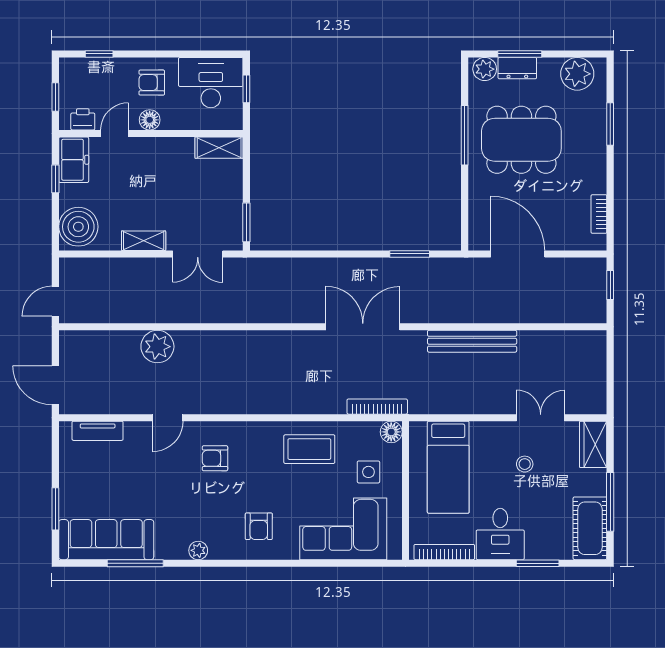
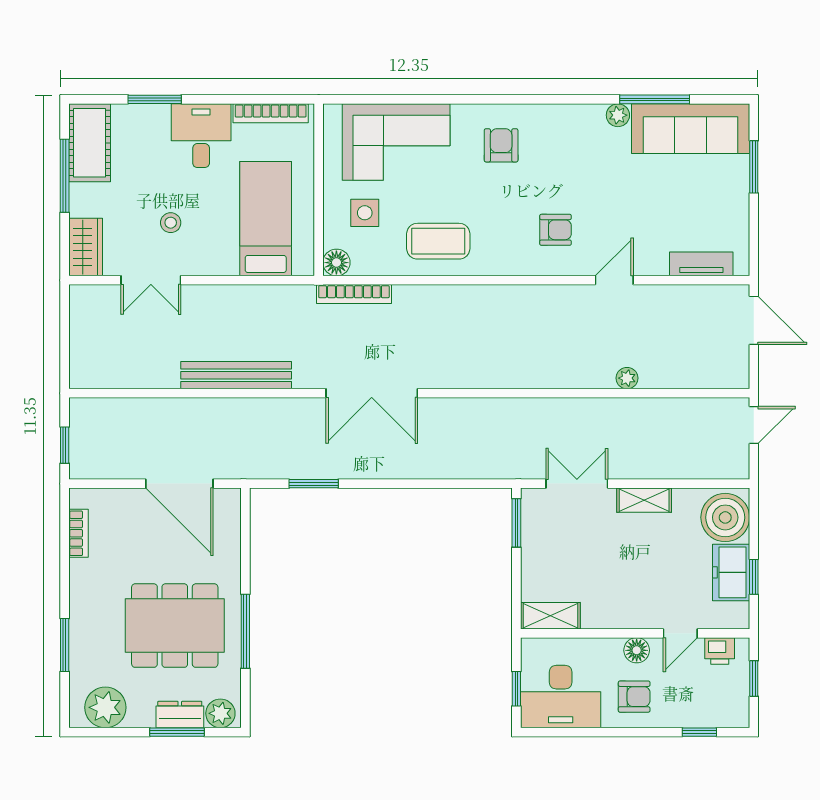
freezer: (74, 160) -> (731, 572), moved
plant: (157, 347) -> (627, 378), width x0.53, depth x0.53
plant: (198, 550) -> (618, 115), moved

